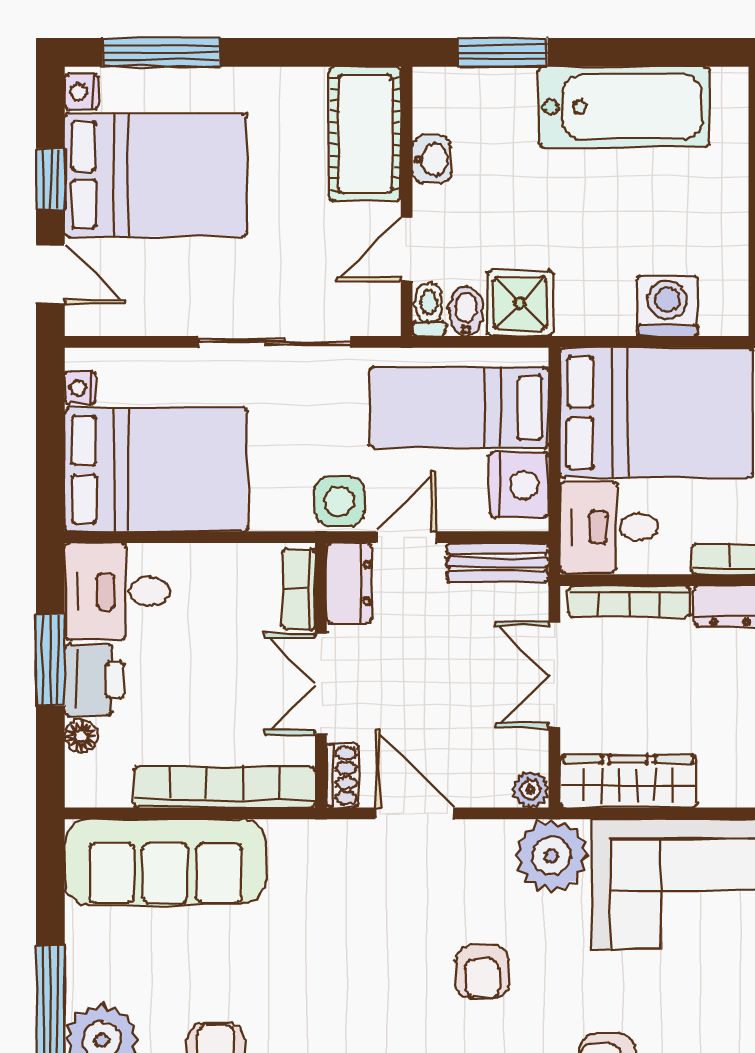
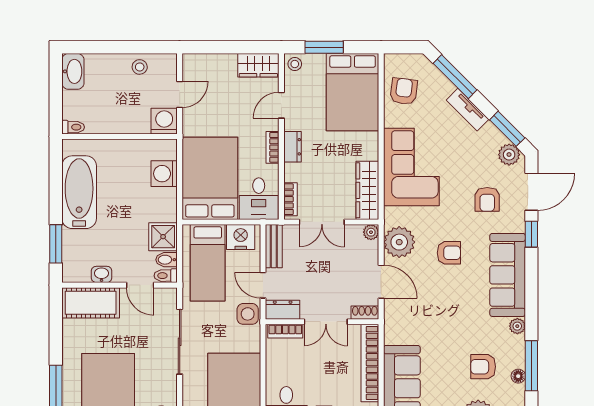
bookcase: (630, 601) -> (290, 199), width x0.64
door: (414, 813) -> (381, 282), swing flipped
plant: (551, 856) -> (399, 242), moved

